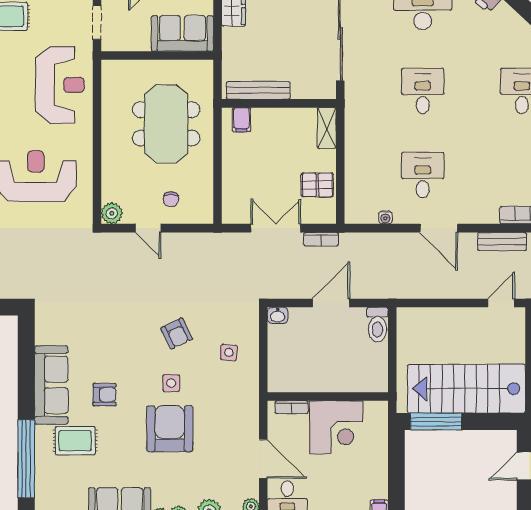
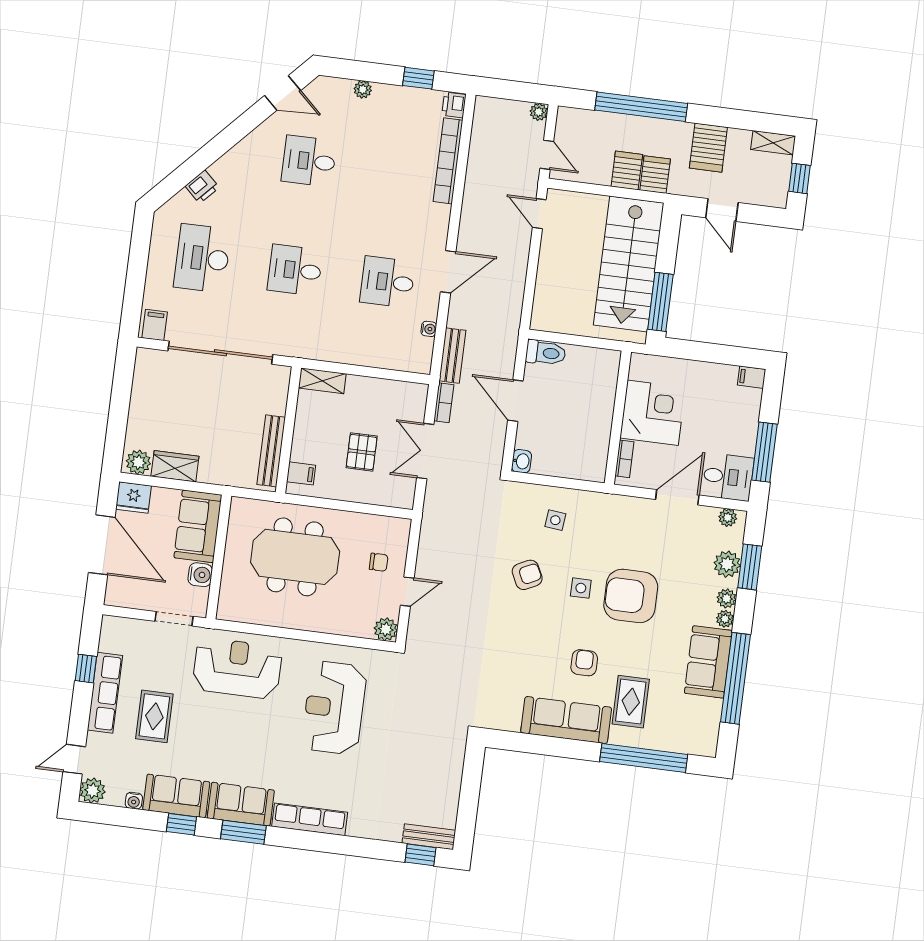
water cooler: (139, 41) -> (200, 575), added
pallet: (317, 185) -> (362, 452), moved
bench: (502, 242) -> (452, 356), moved

